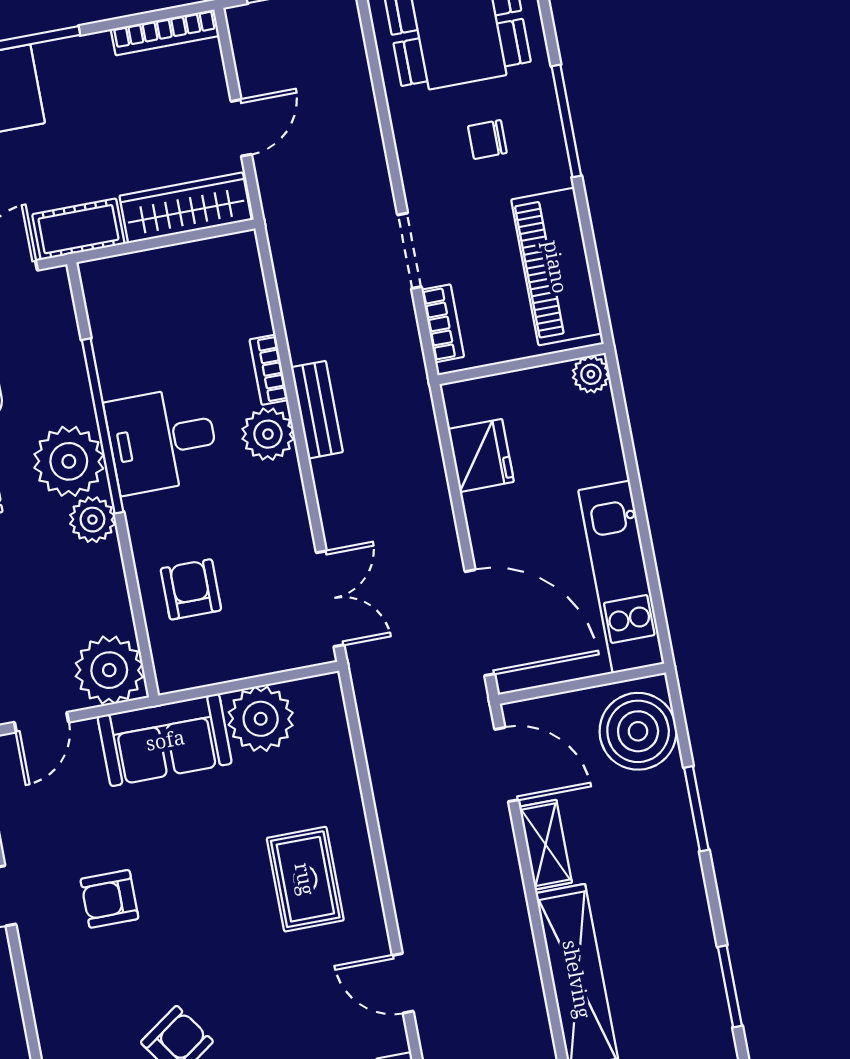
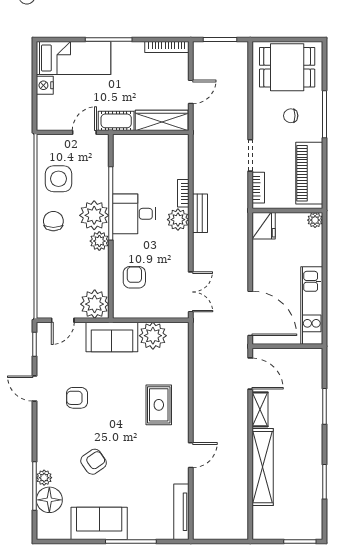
fridge: (481, 455) -> (264, 226), moved
boiler: (638, 731) -> (307, 370), removed
door: (403, 983) -> (191, 455), swing flipped

